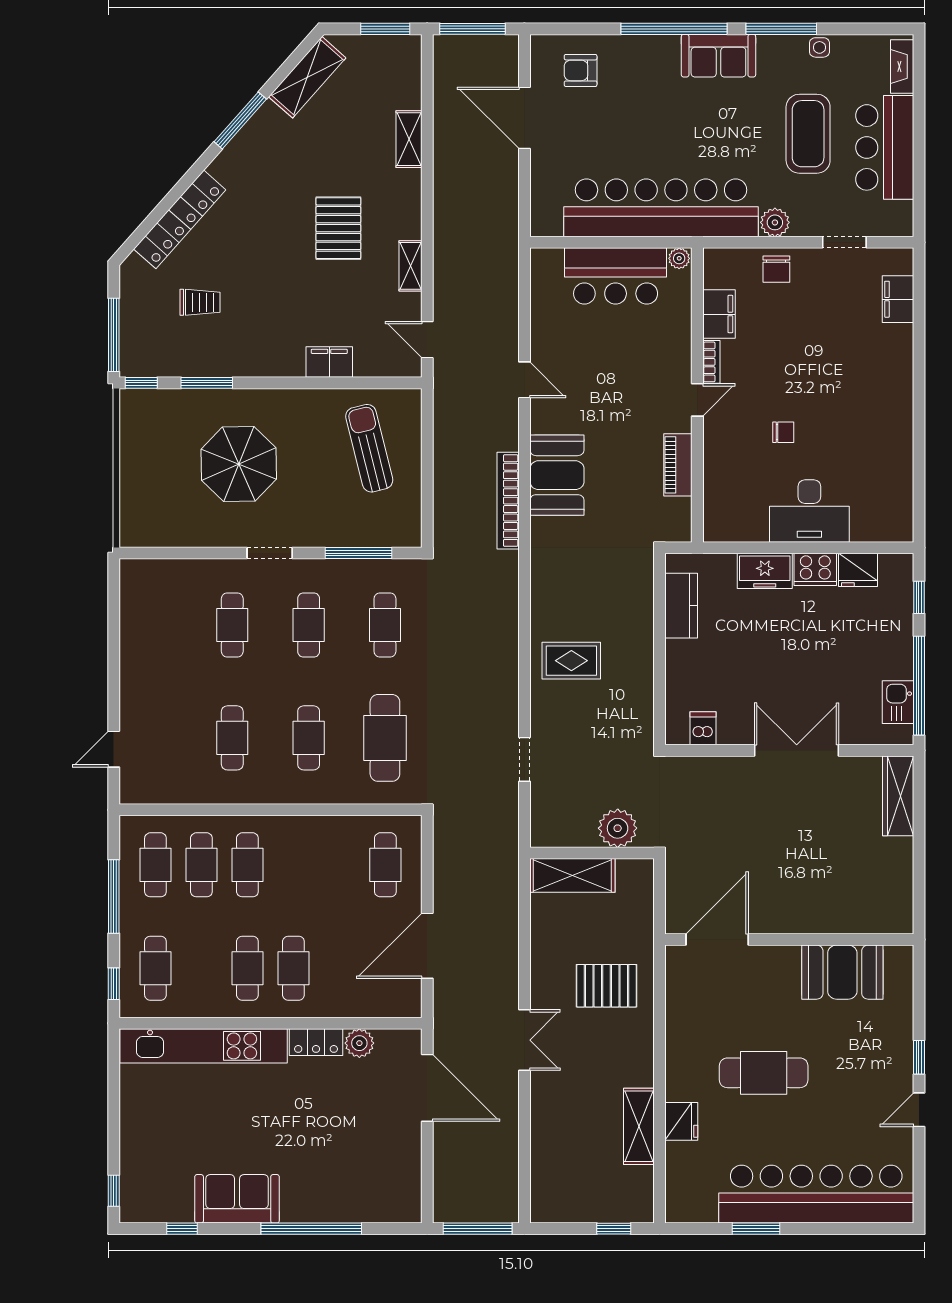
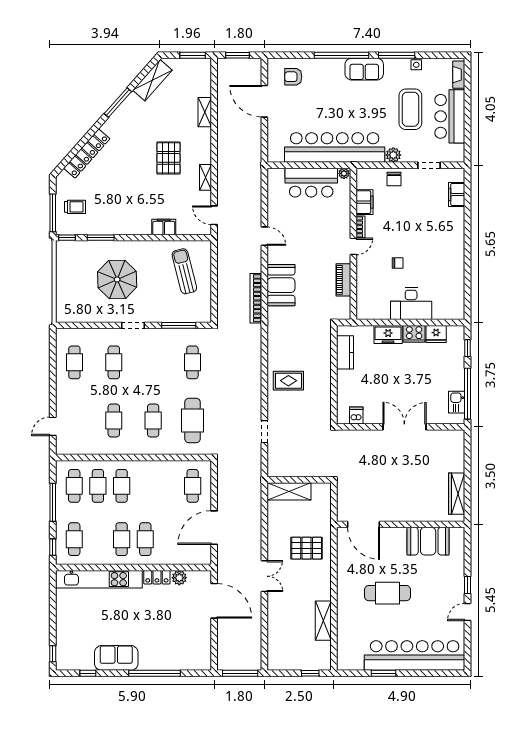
window: (472, 29) -> (238, 55), width x0.69
trolley: (200, 302) -> (75, 207), moved
cafe table: (309, 625) -> (74, 362), moved
wardrobe: (898, 796) -> (457, 494), moved
plant: (618, 828) -> (312, 467), removed
door: (717, 940) -> (364, 524), swing flipped
fridge: (681, 1121) -> (345, 618), removed

